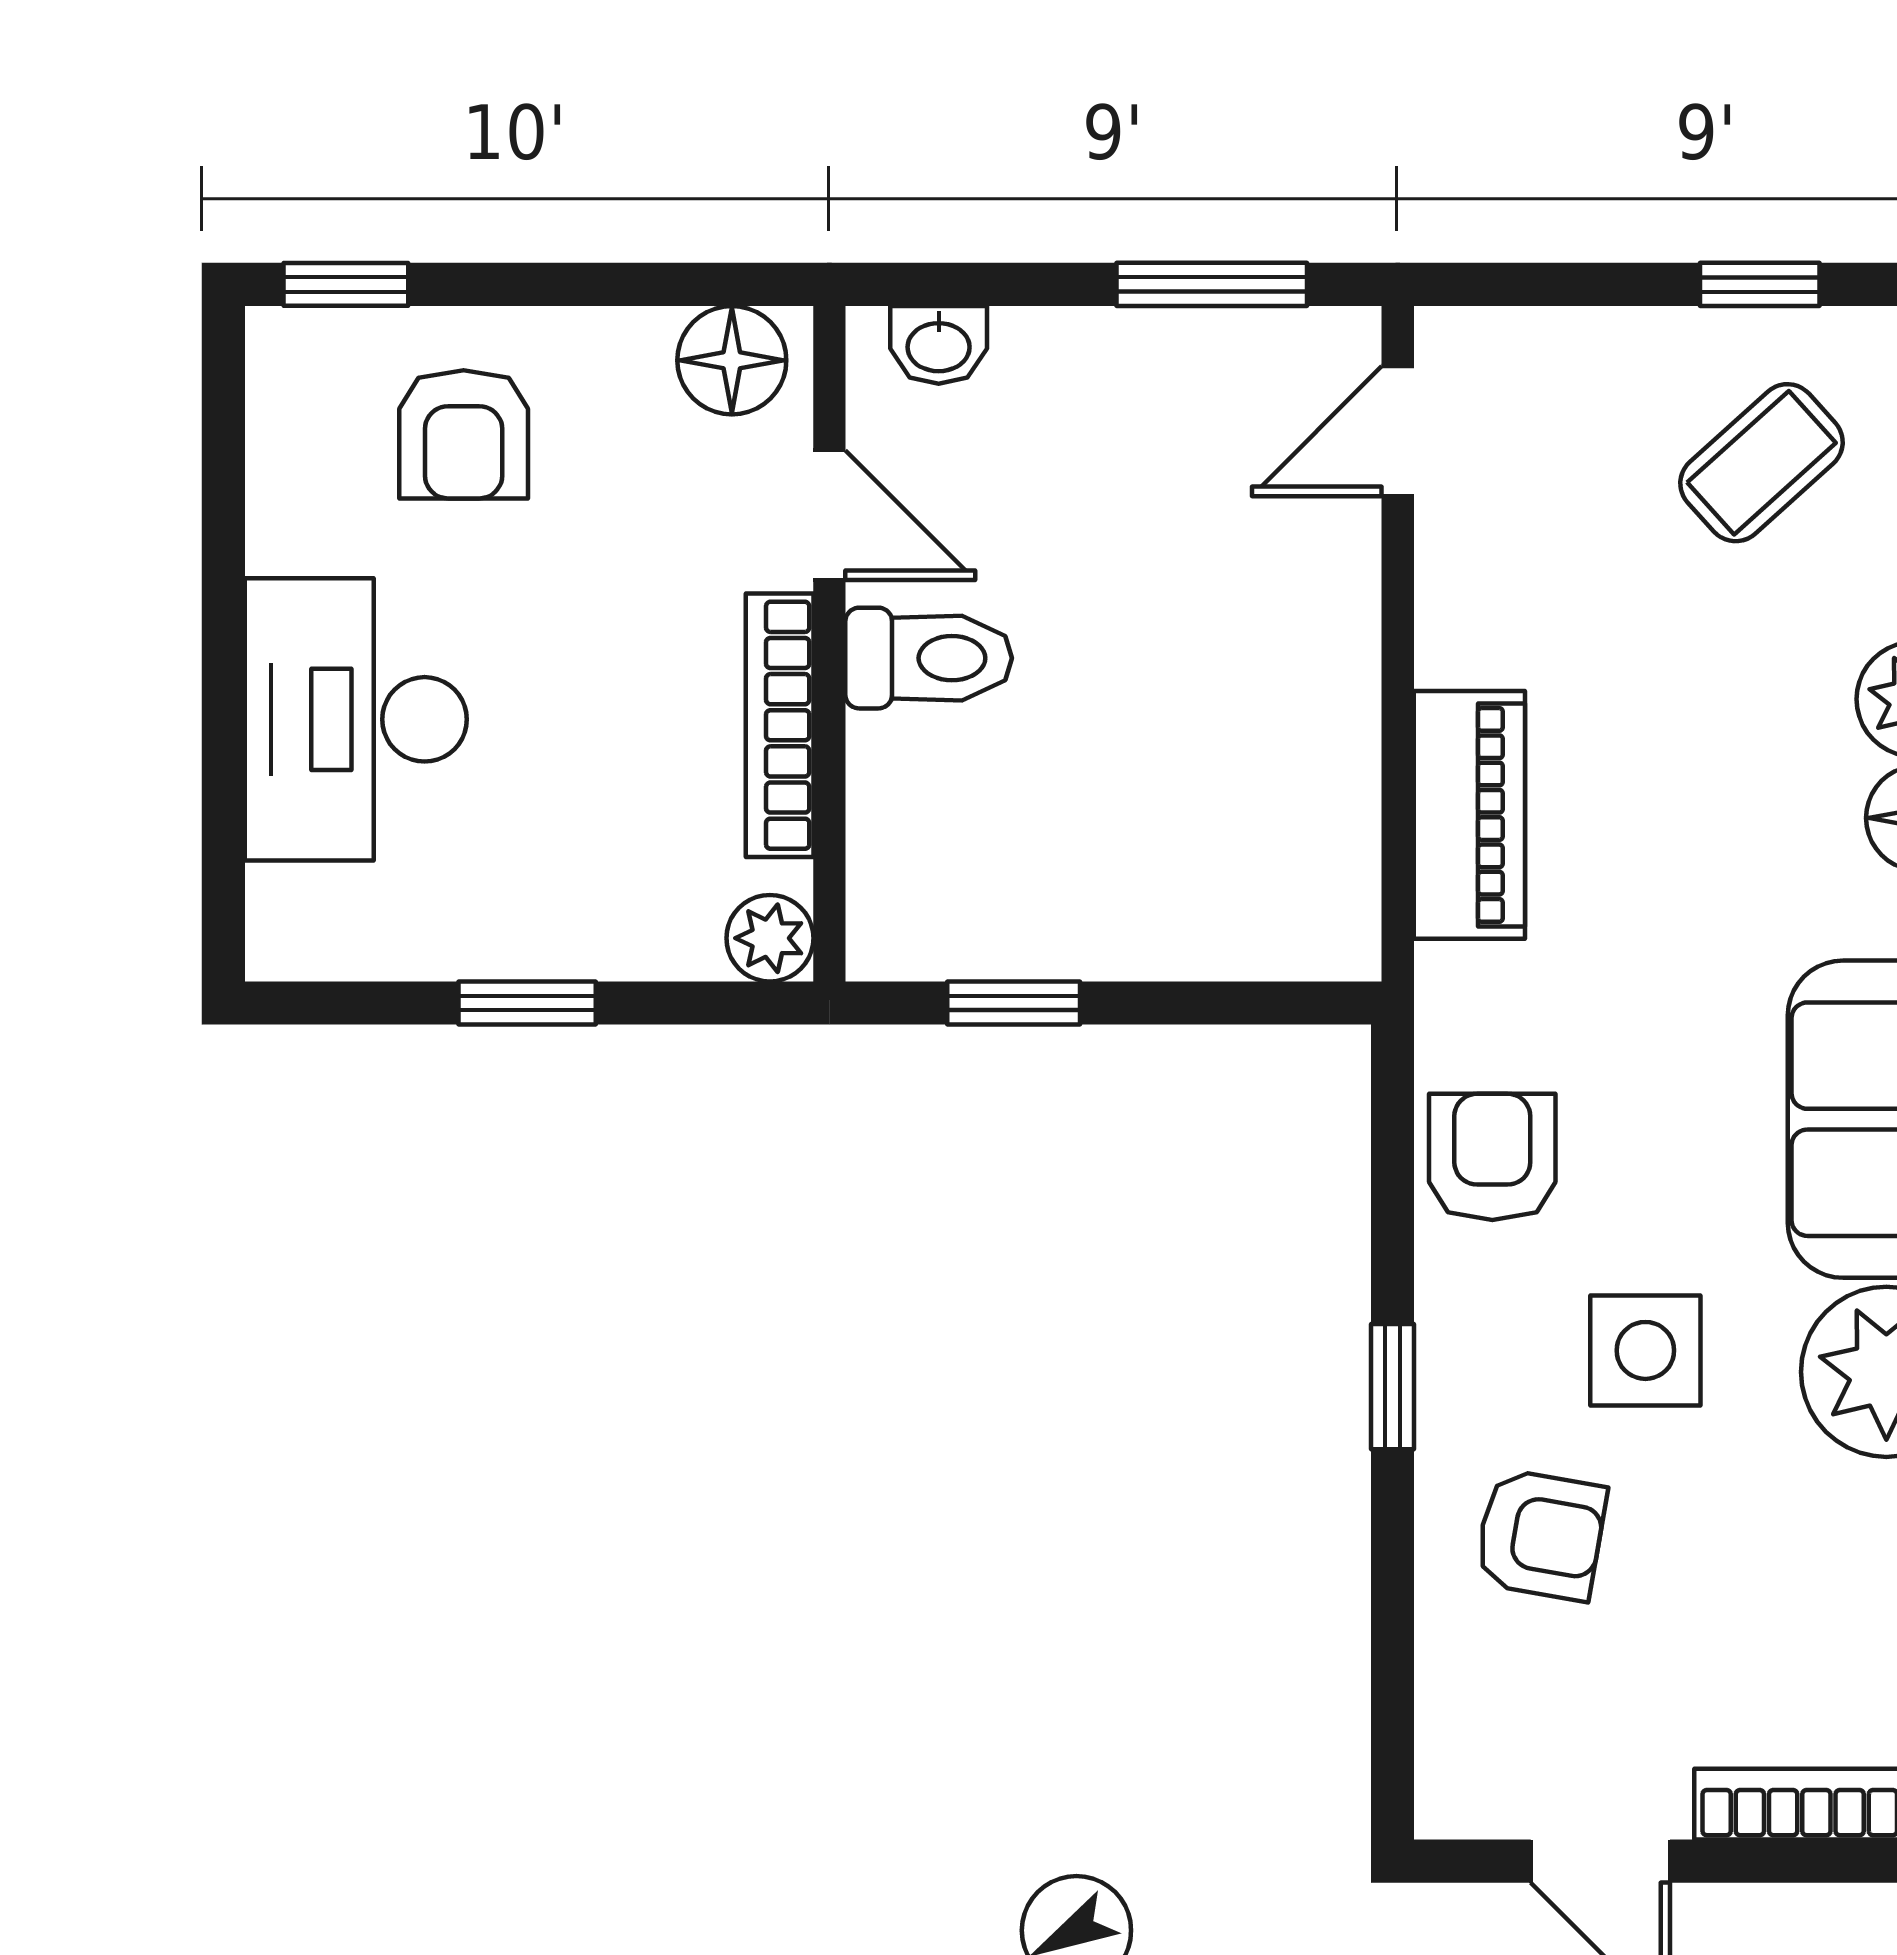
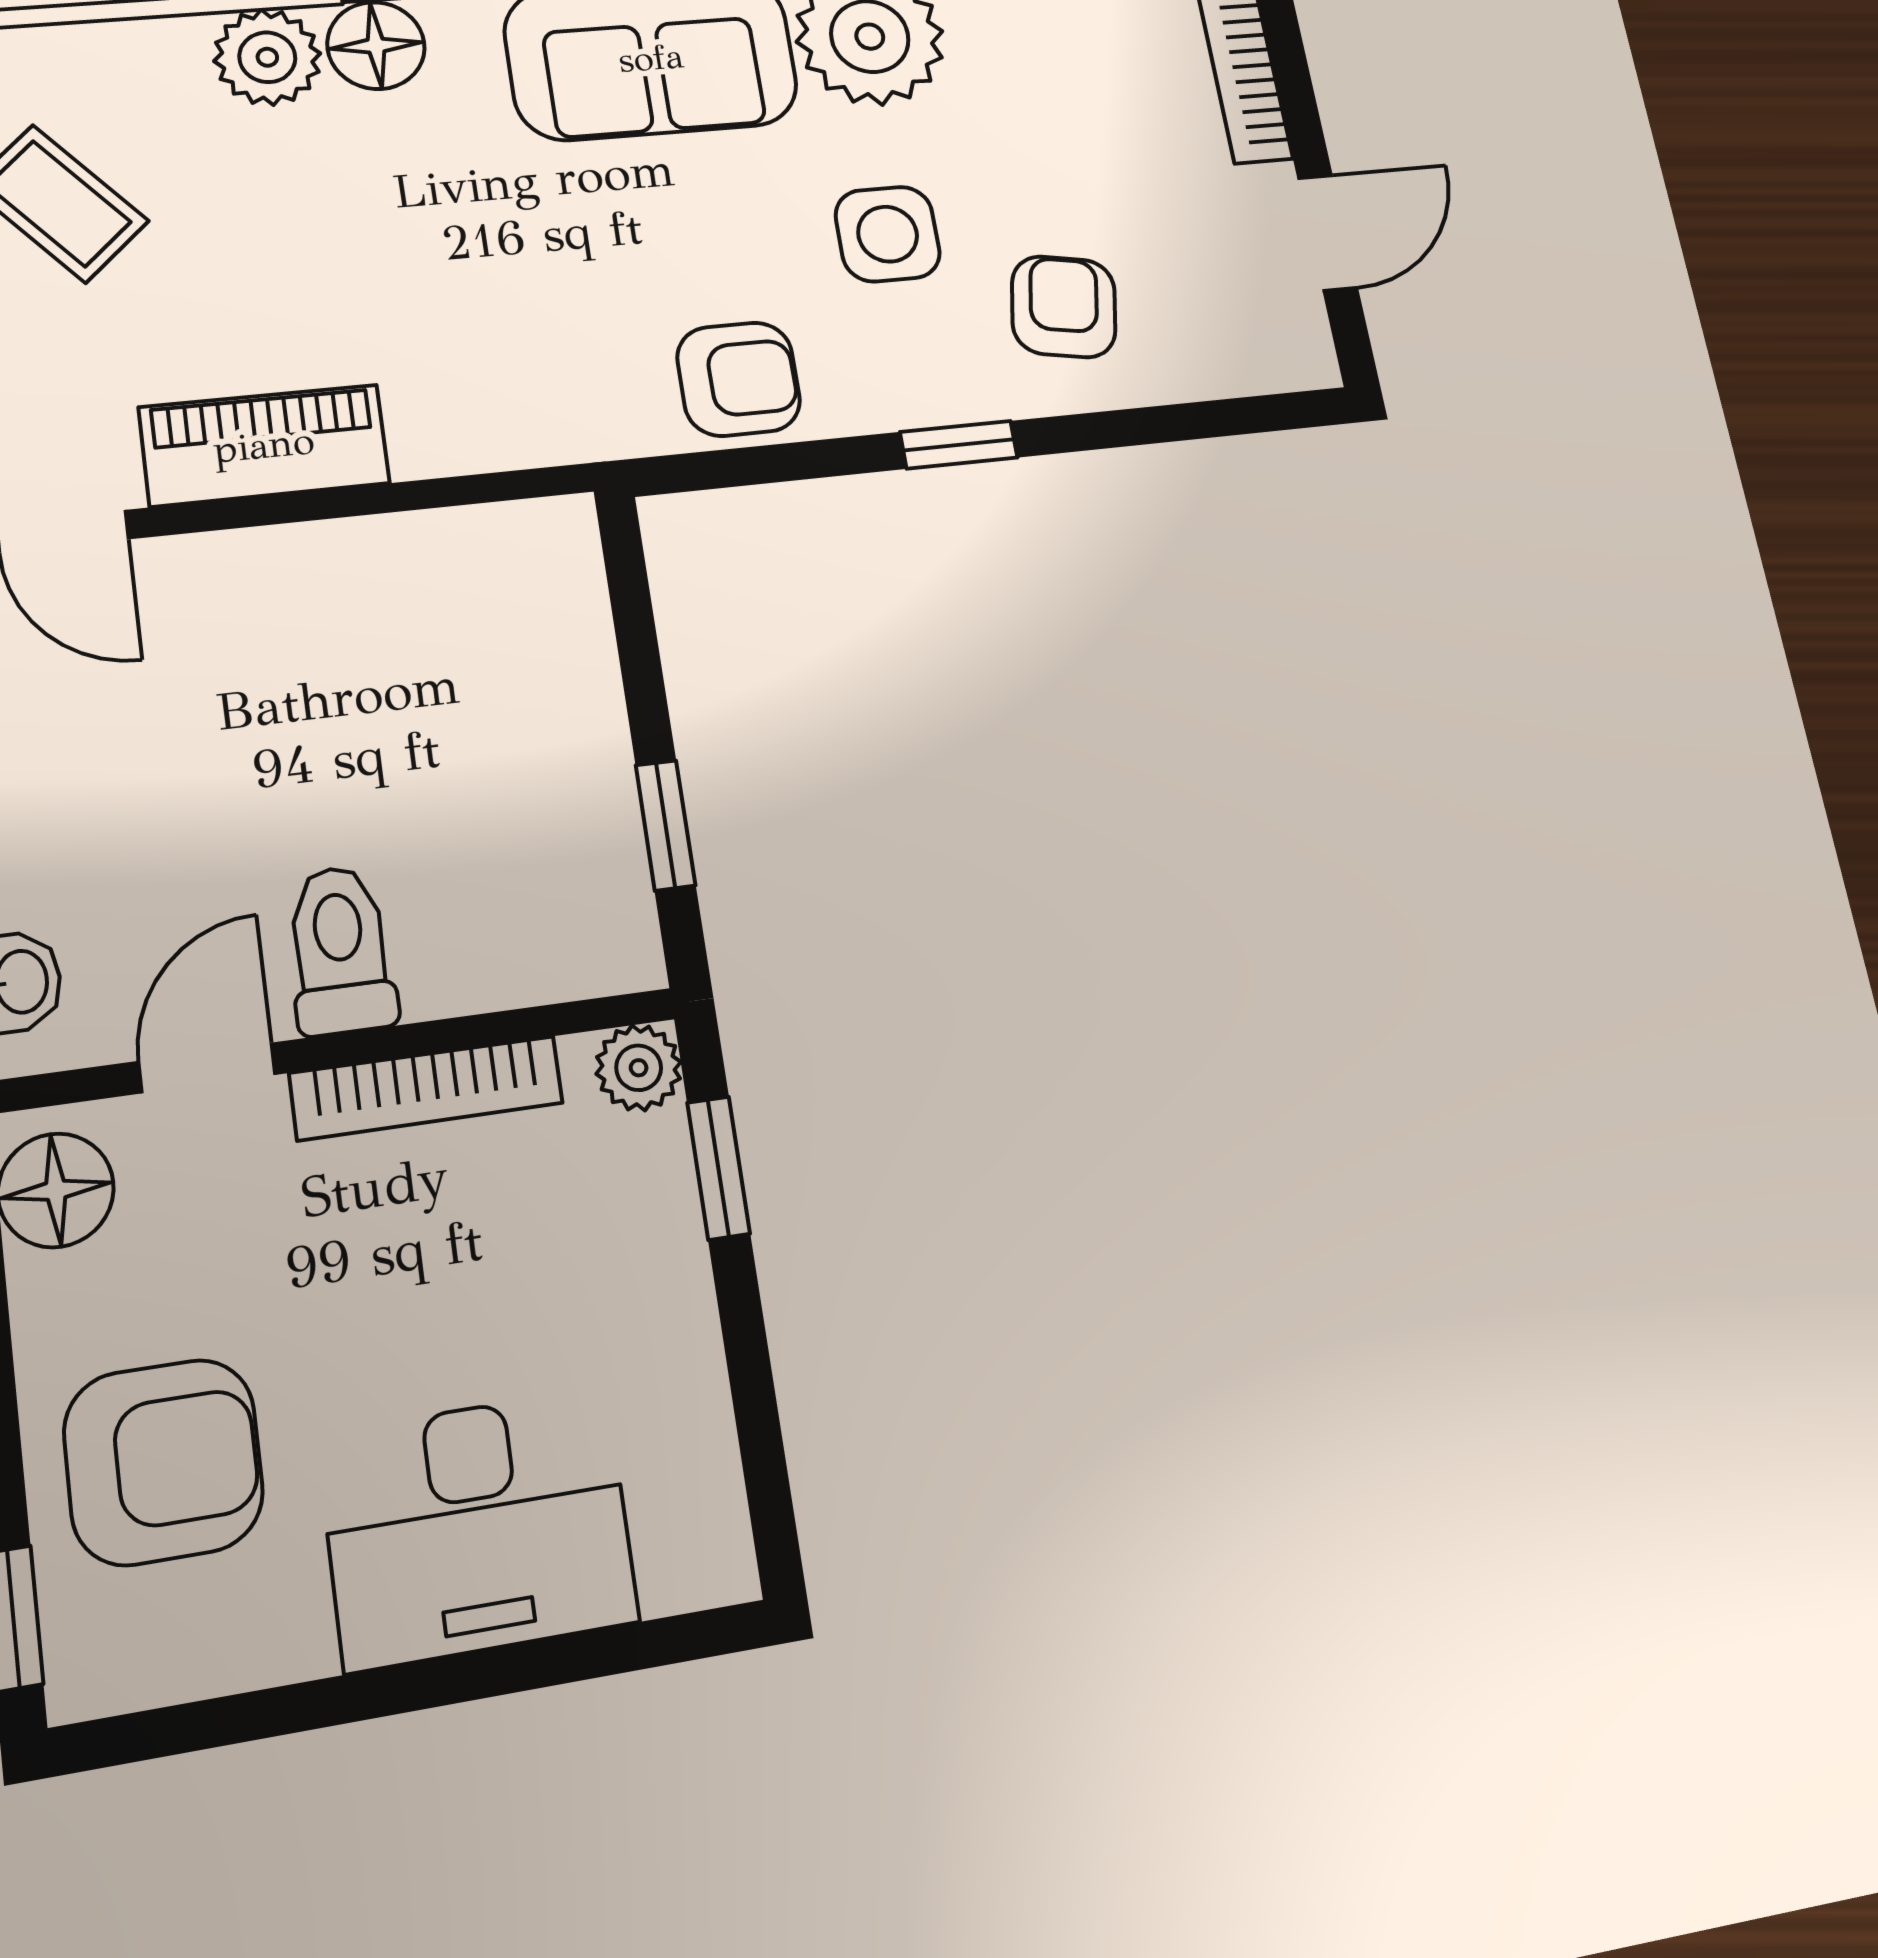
armchair: (464, 434) -> (163, 1462), width x1.38, depth x1.38
piano: (1469, 815) -> (264, 445), moved
window: (527, 1003) -> (718, 1168), moved
armchair: (1492, 1157) -> (739, 379), turned 180

